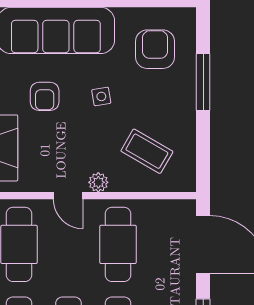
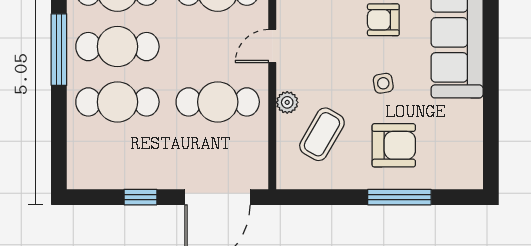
armchair: (155, 49) -> (394, 145), moved
plant: (98, 182) -> (287, 102), moved

